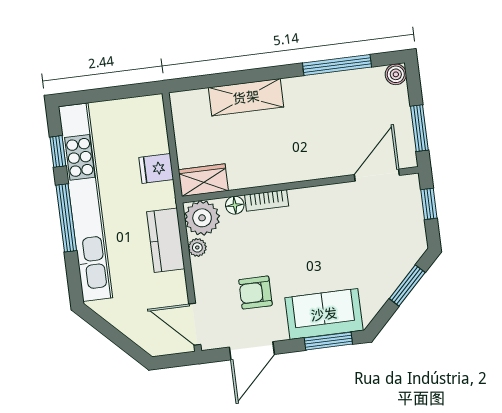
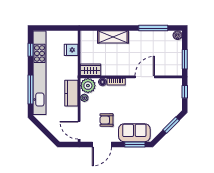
fridge: (156, 168) -> (71, 50), moved
door: (377, 175) -> (145, 77), moved
window: (66, 218) -> (30, 90), moved

